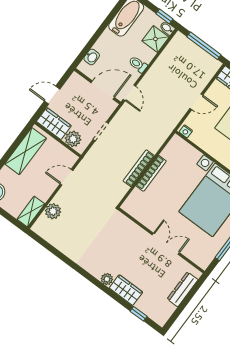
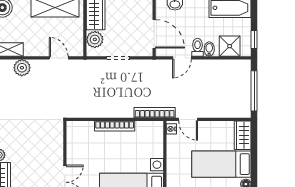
bidet: (167, 28) -> (209, 49), moved
door: (129, 93) -> (182, 58), moved
door: (196, 102) -> (188, 119), moved
bookcase: (139, 168) -> (155, 113), moved

